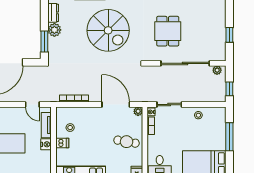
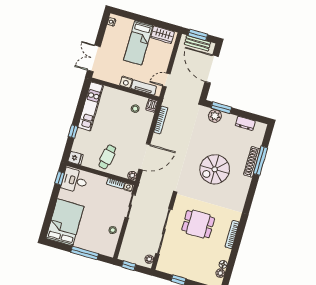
plant: (54, 30) -> (215, 116), moved
spiral stairs: (108, 30) -> (215, 169), width x0.73, depth x0.73
dishwasher: (62, 143) -> (152, 105), moved

